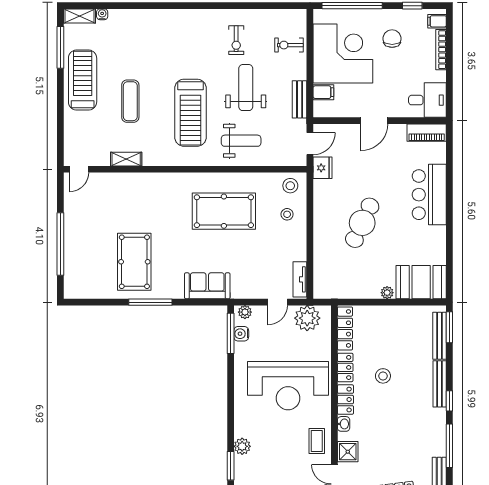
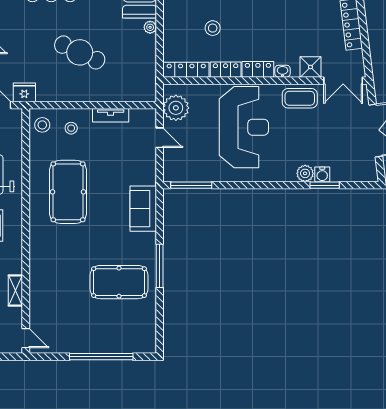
tv unit: (300, 279) -> (111, 115), moved
plant: (245, 312) -> (170, 171), removed
water cooler: (241, 334) -> (322, 174), moved
stool: (383, 376) -> (213, 28), moved
coffee table: (317, 441) -> (300, 98), width x1.36, depth x1.30

